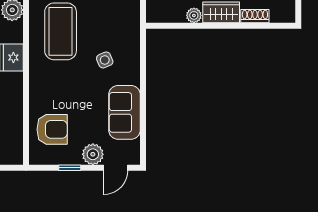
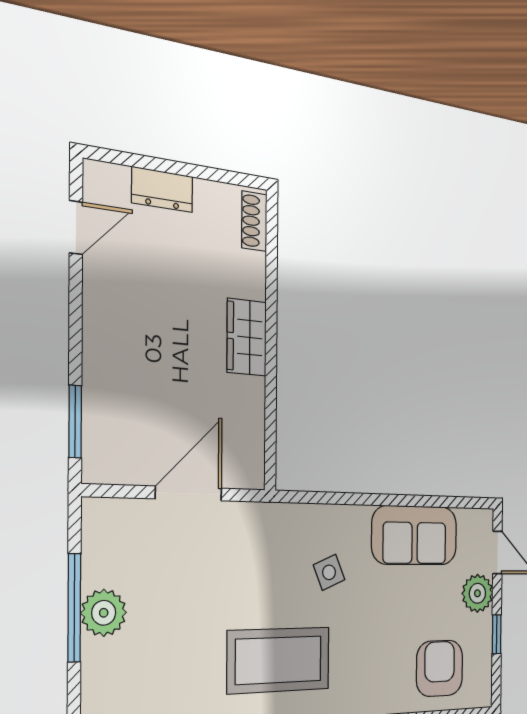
plant: (194, 15) -> (252, 393), removed
shoe rack: (255, 16) -> (254, 221), moved

